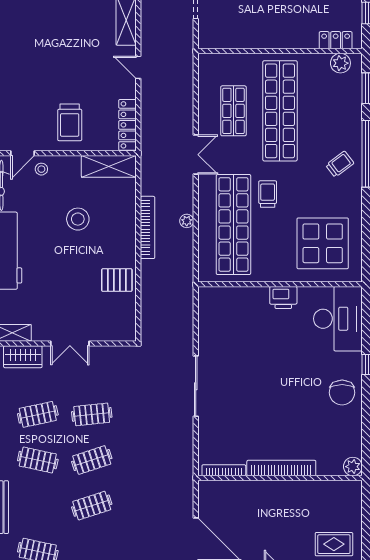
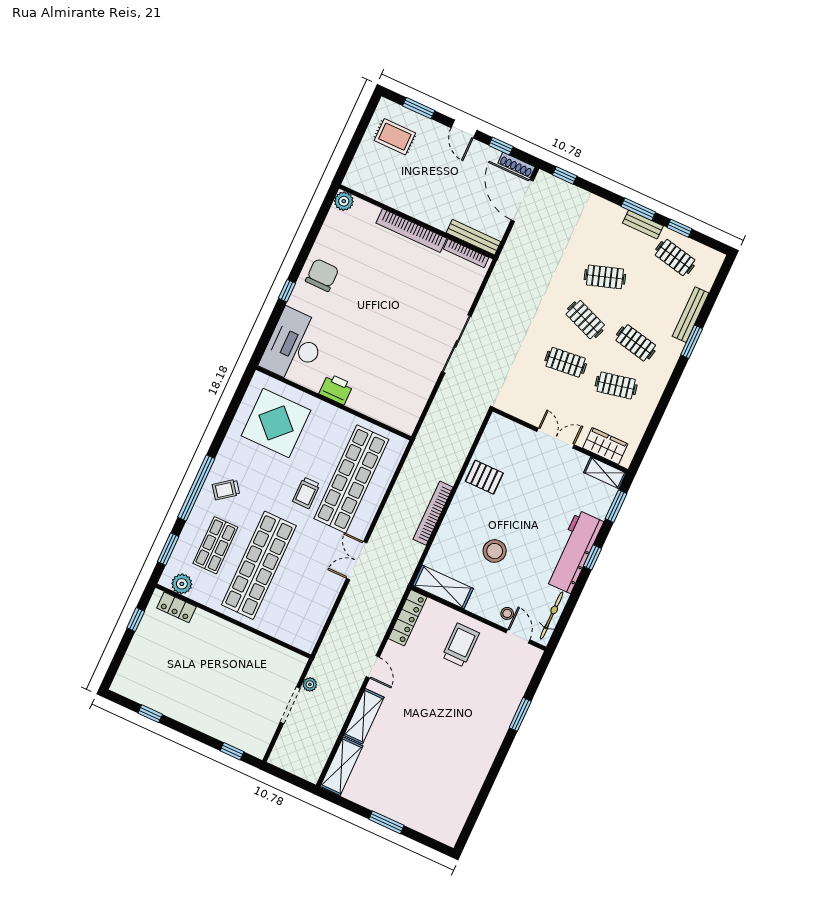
shop shelf: (233, 111) -> (215, 545), moved
door: (23, 153) -> (518, 636), hinge flipped
plant: (187, 221) -> (310, 684), moved
clothes rail: (92, 460) -> (585, 320), turned 39
bench: (224, 487) -> (473, 237), added

